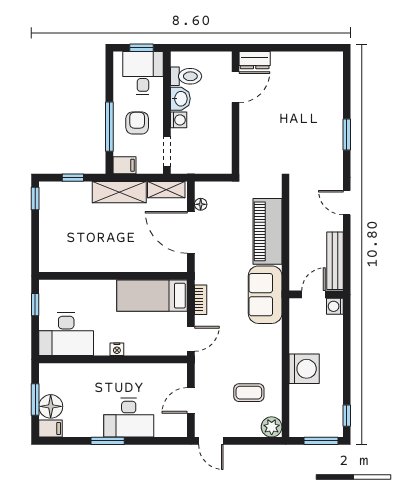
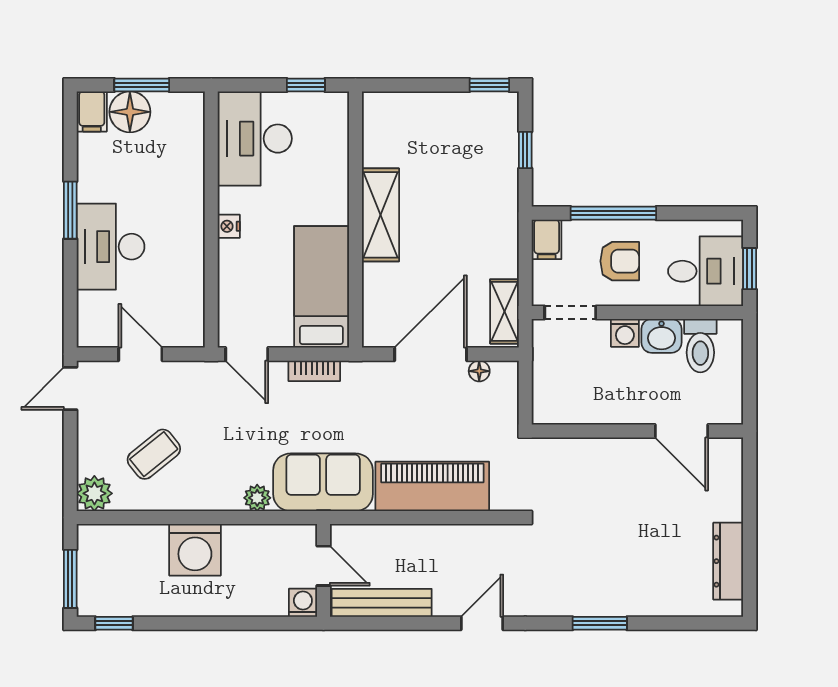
dresser: (255, 60) -> (728, 561), moved, width x1.44
shelving: (119, 192) -> (380, 215), moved
plant: (274, 333) -> (257, 498), added
coffee table: (249, 393) -> (154, 454), turned 51

